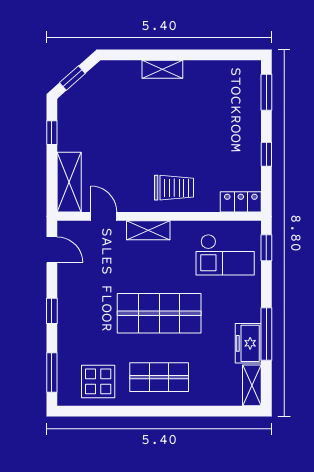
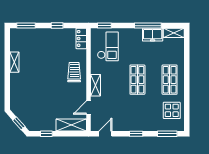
shelving: (162, 69) -> (14, 62), moved
shop shelf: (159, 313) -> (137, 80), width x0.70, depth x0.74

